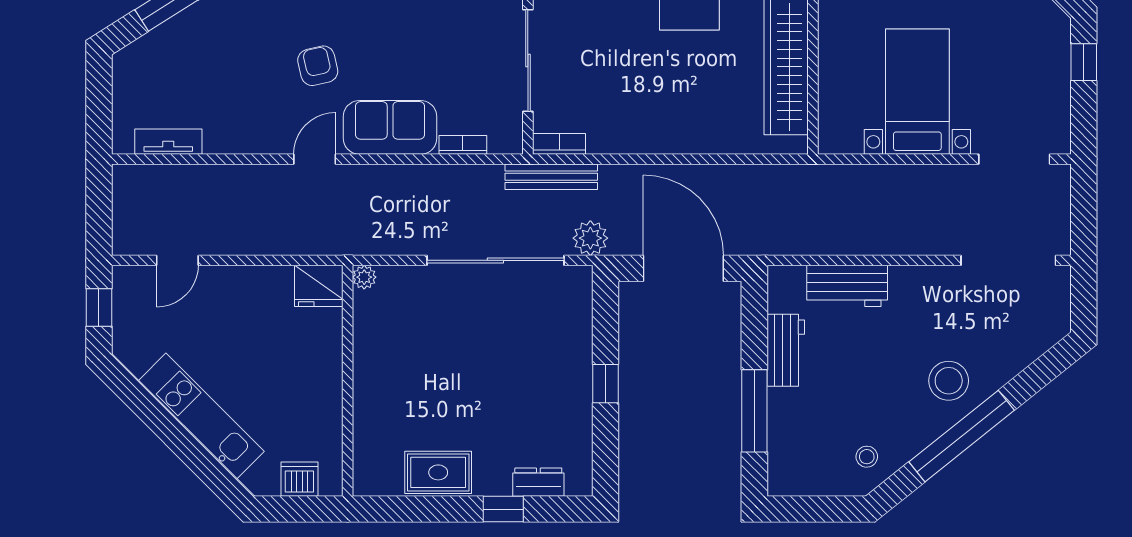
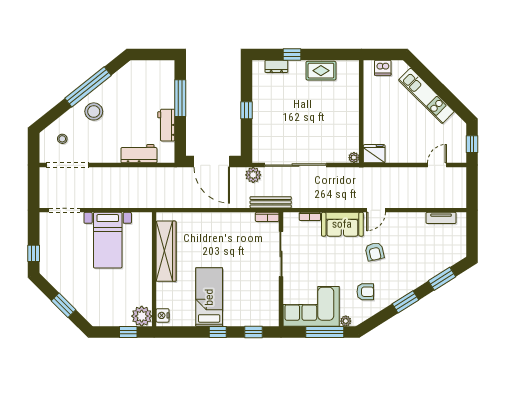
stool: (867, 457) -> (62, 139), moved

